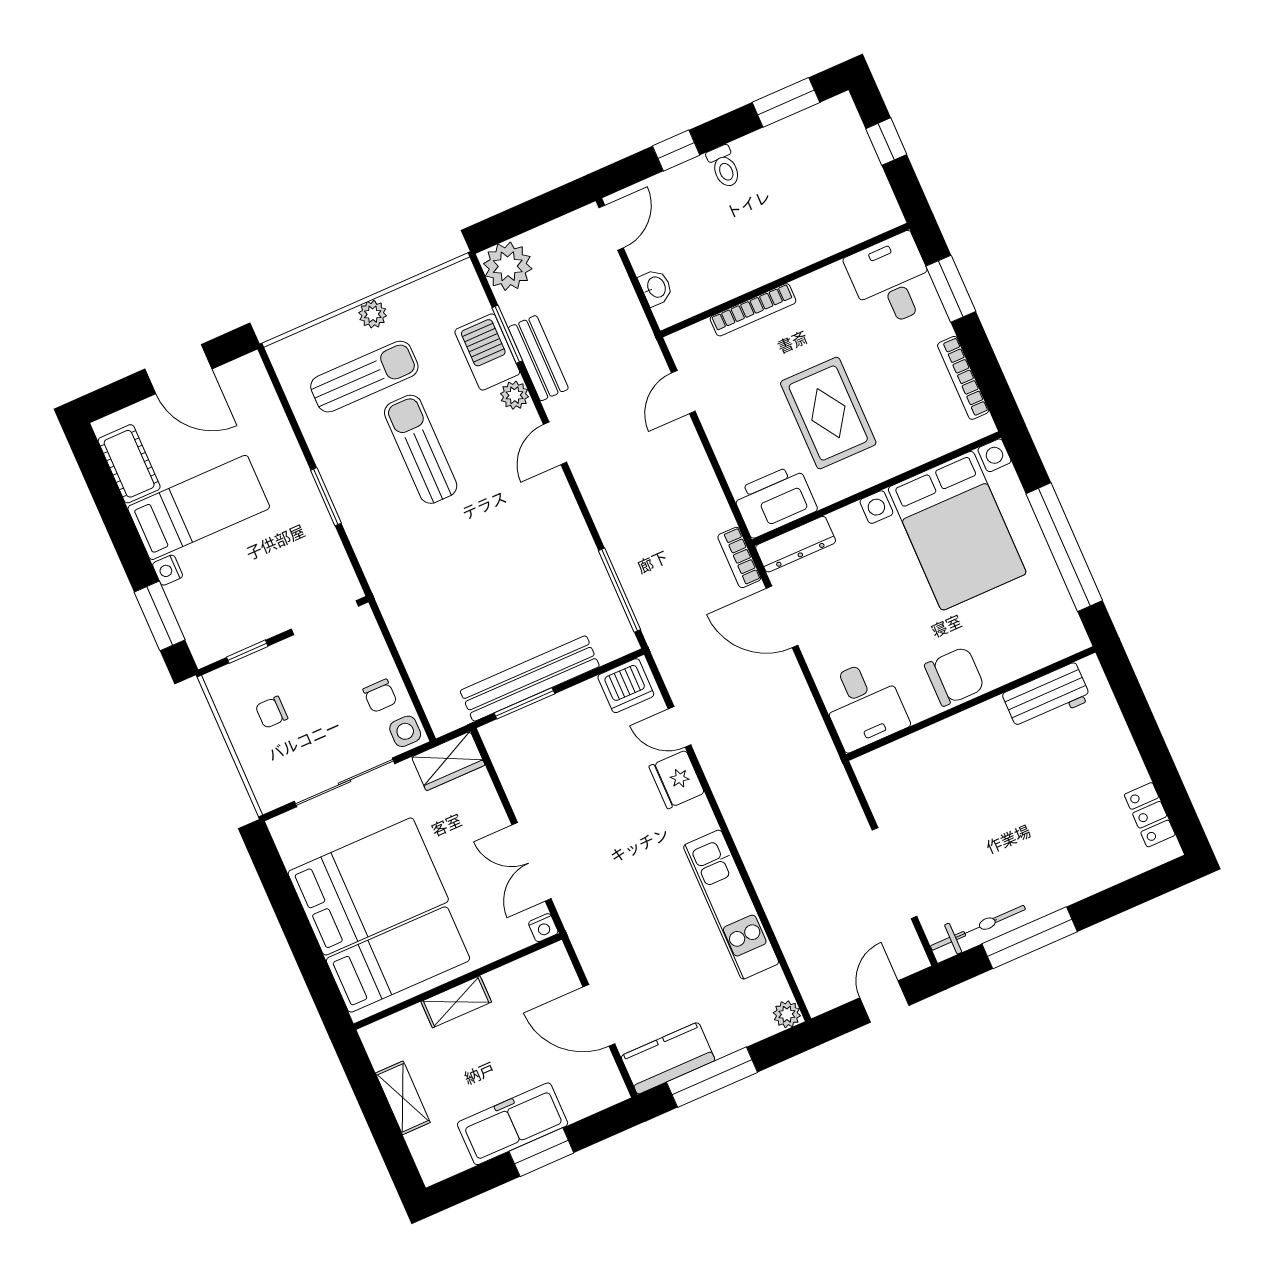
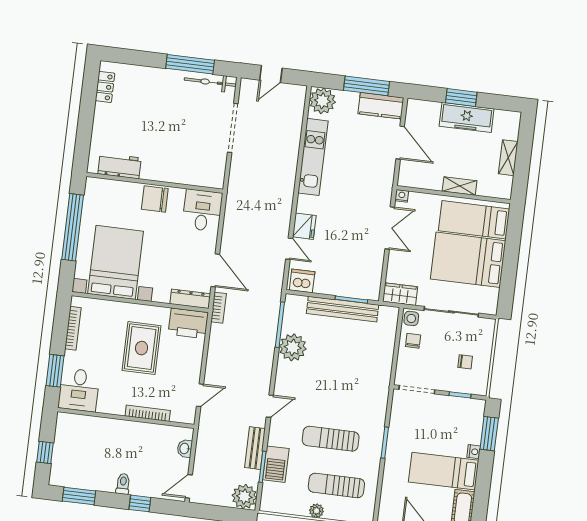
plant: (515, 395) -> (293, 347), moved, width x1.87, depth x1.87
sun lounger: (421, 449) -> (331, 439), turned 90
plant: (787, 1014) -> (322, 101), width x1.88, depth x1.88

